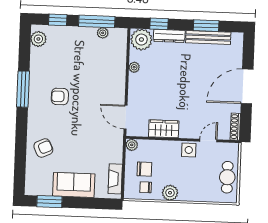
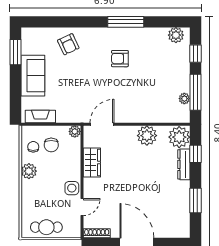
bench: (208, 38) -> (184, 203), removed
plant: (134, 67) -> (147, 136), width x1.87, depth x1.87
armchair: (60, 96) -> (120, 59), turned -90
door: (208, 141) -> (82, 207), hinge flipped

